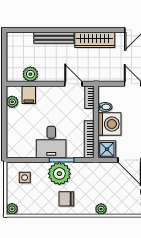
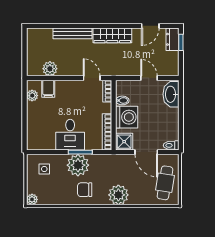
plant: (101, 209) -> (118, 195), width x1.88, depth x1.88

